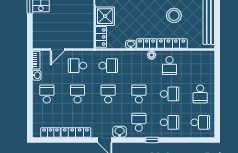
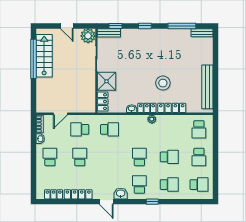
stool: (174, 15) -> (163, 83), moved
school desk: (169, 66) -> (199, 129), moved
school desk: (108, 94) -> (110, 157), removed

